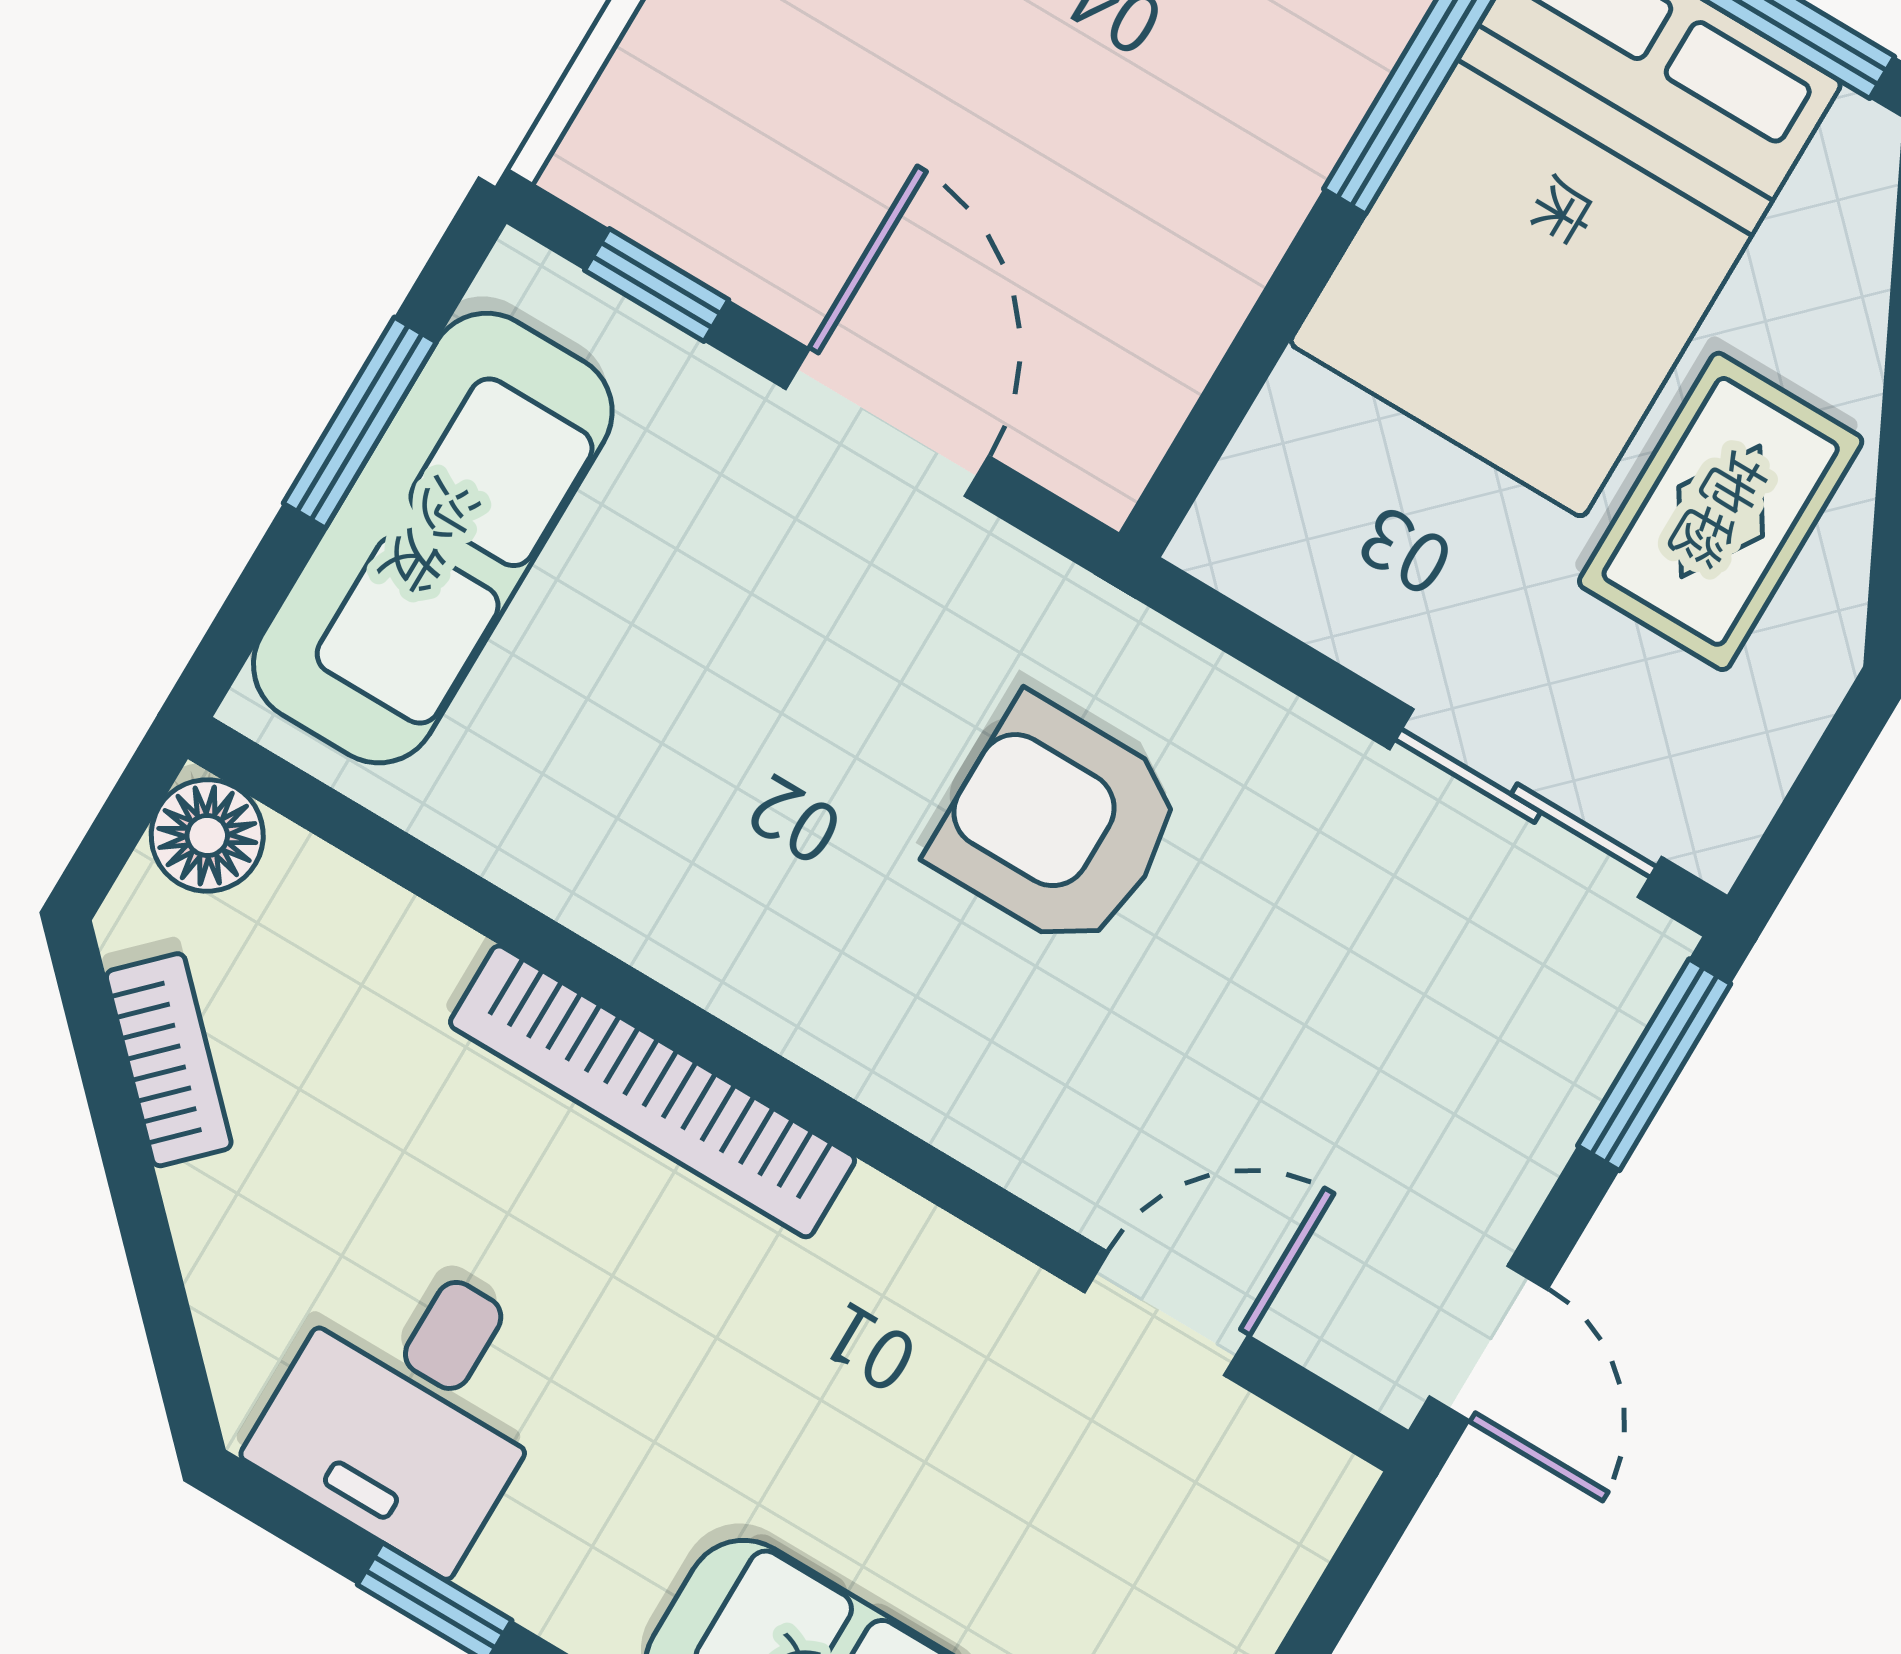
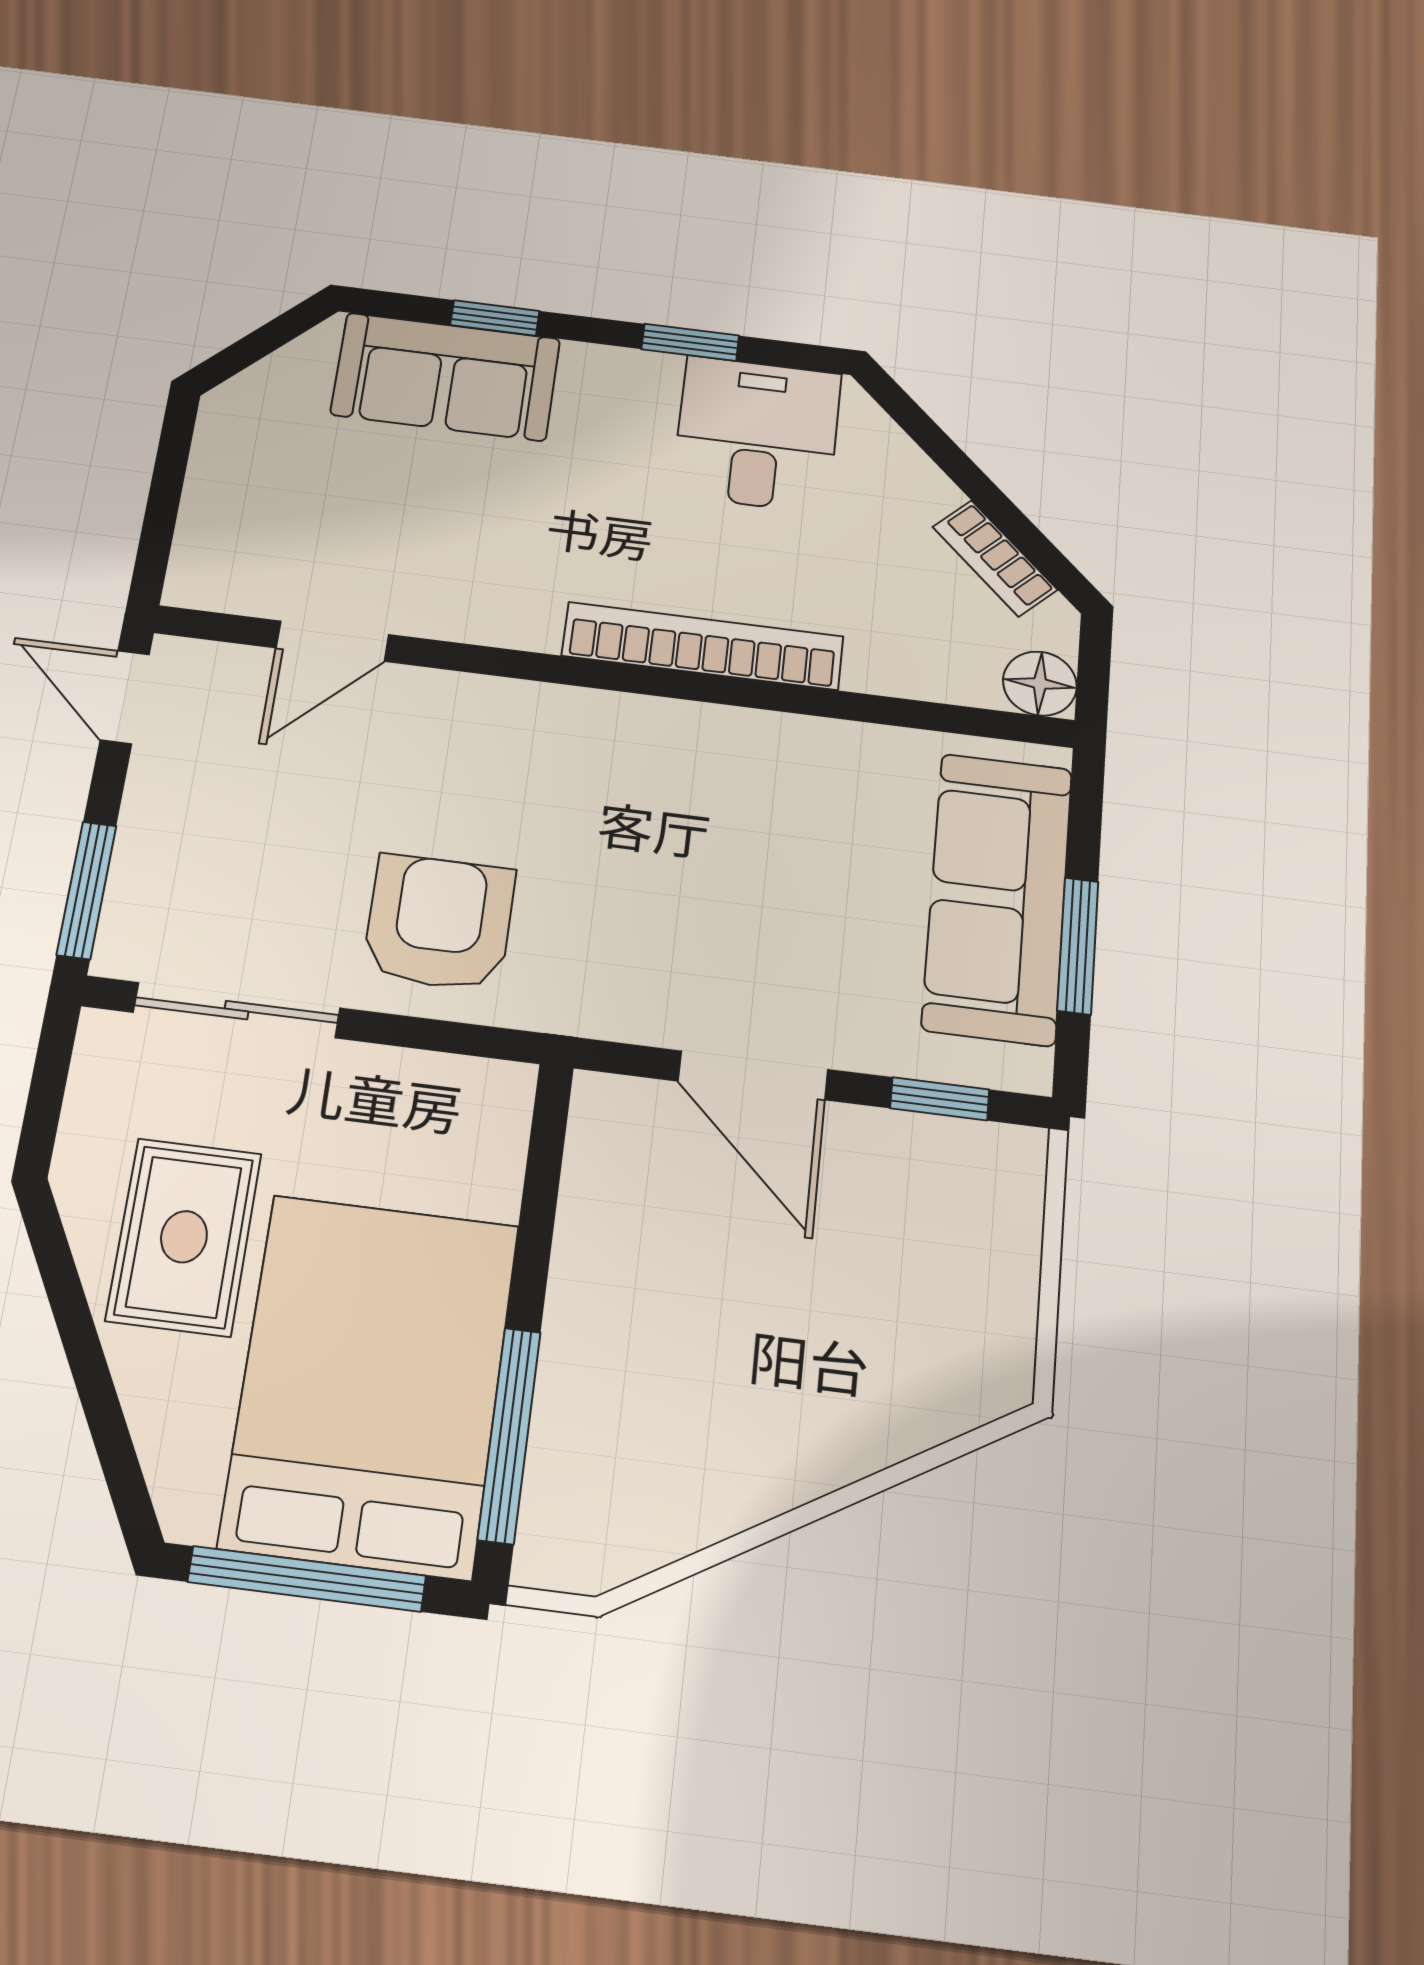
armchair: (1058, 825) -> (439, 922), moved, turned -90

